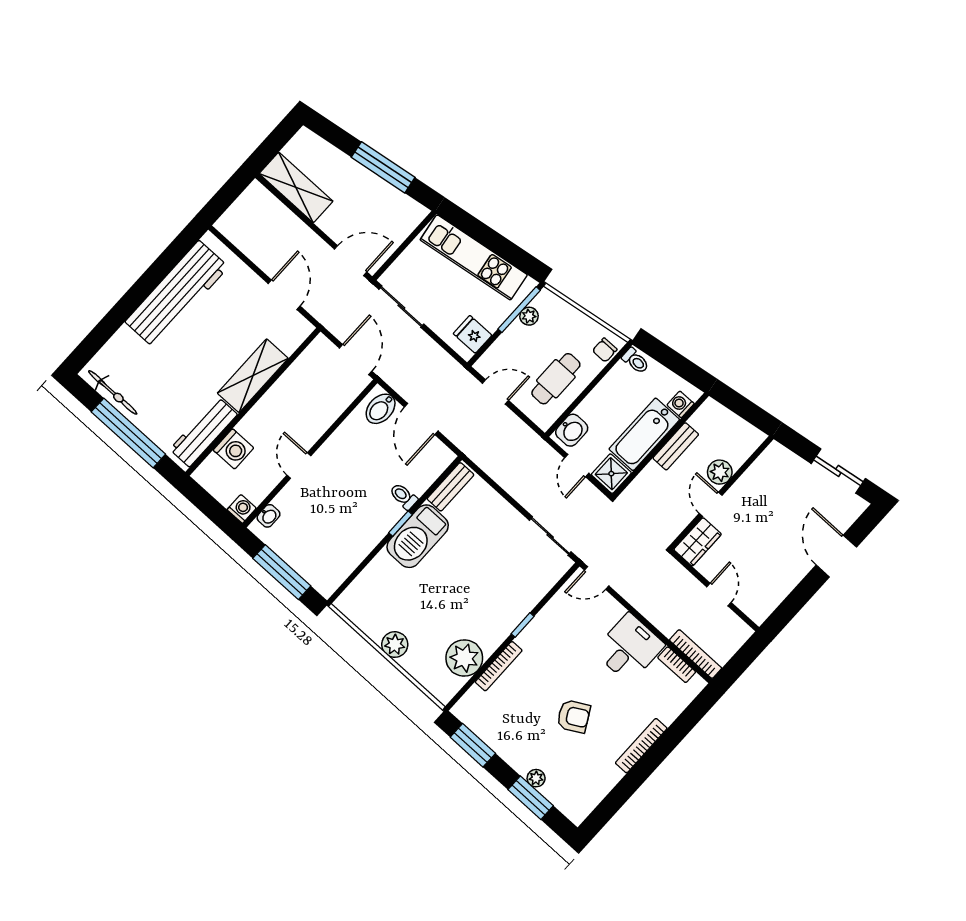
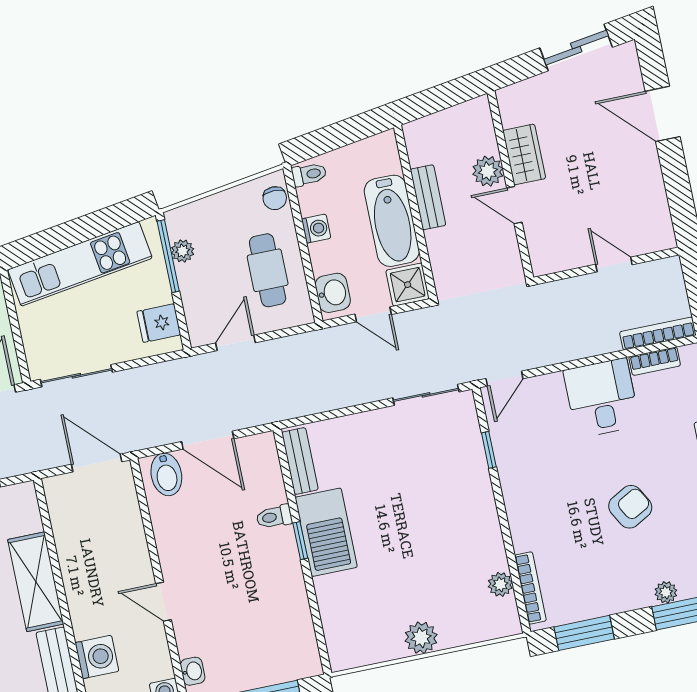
washing machine: (681, 404) -> (316, 229), moved, turned 180
wardrobe: (698, 542) -> (524, 154), moved
window: (523, 625) -> (489, 450), moved
plant: (464, 658) -> (500, 584), width x0.53, depth x0.53
bookcase: (499, 666) -> (530, 588), moved

